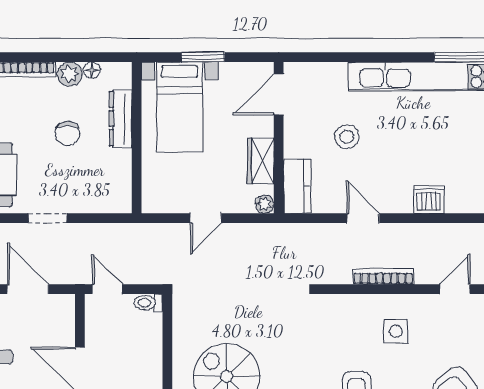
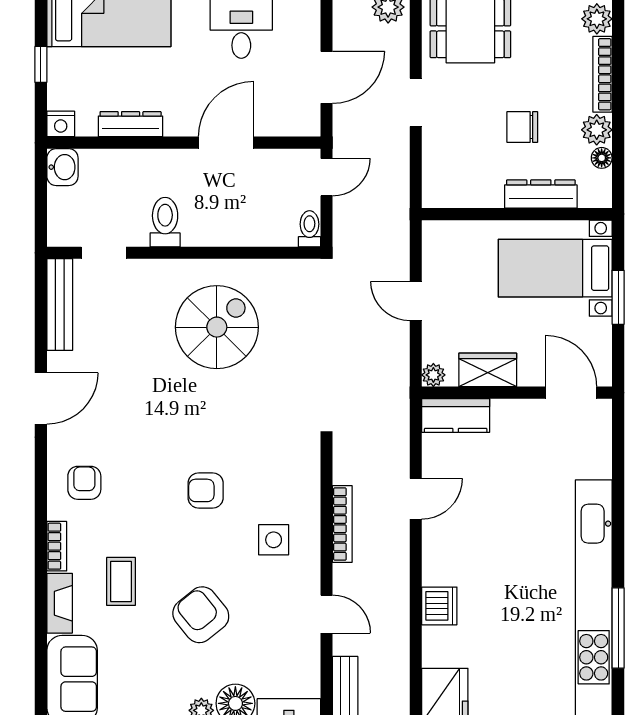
stool: (347, 137) -> (518, 478), removed
dishwasher: (429, 199) -> (439, 606), moved

